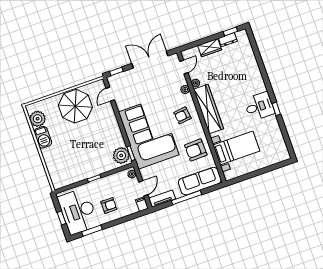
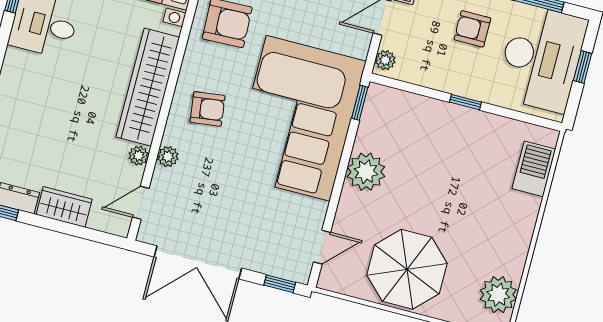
barbecue: (43, 137) -> (534, 169), moved
plant: (121, 155) -> (366, 172), moved

